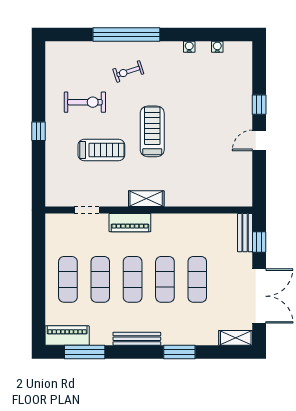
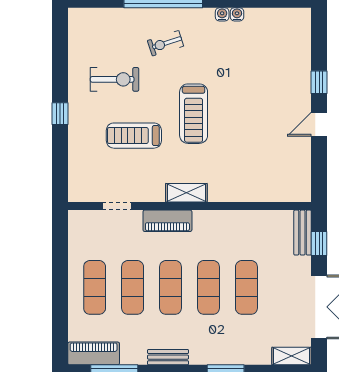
water cooler: (217, 47) -> (222, 14), moved
treadmill: (152, 131) -> (194, 114), turned 180
treadmill: (101, 150) -> (134, 136), turned 180
bench: (137, 339) -> (168, 357), width x0.73

